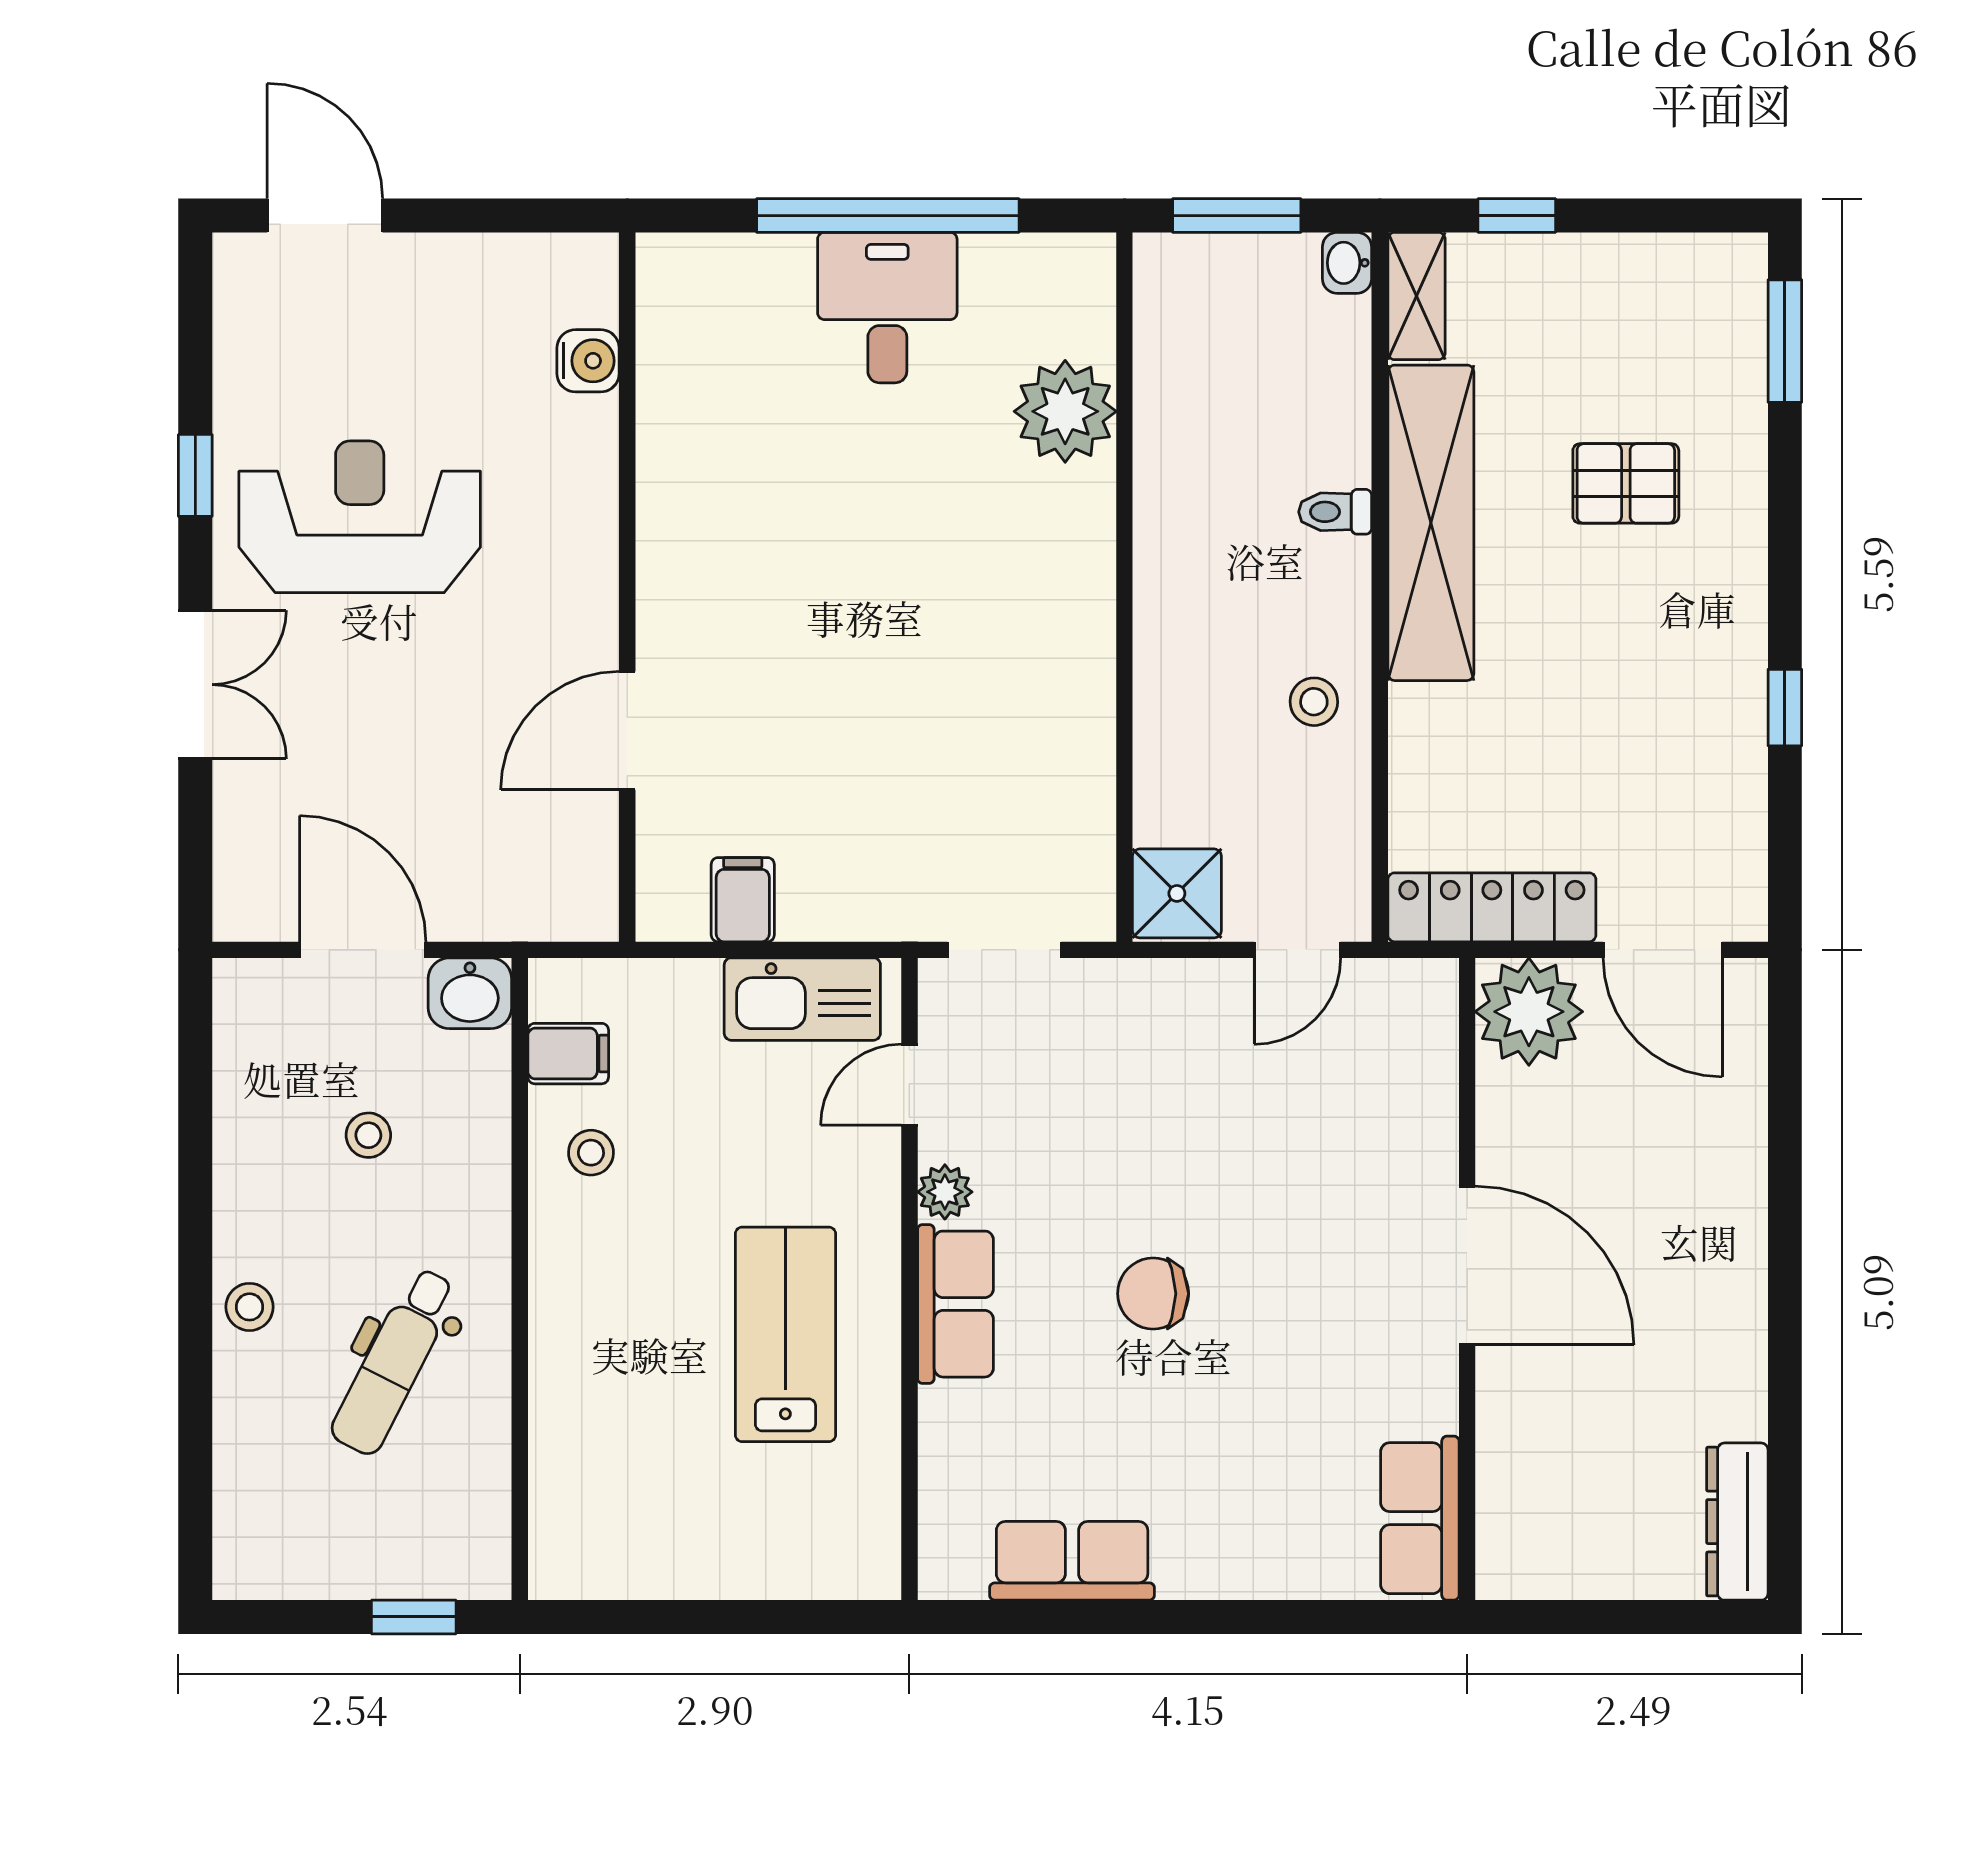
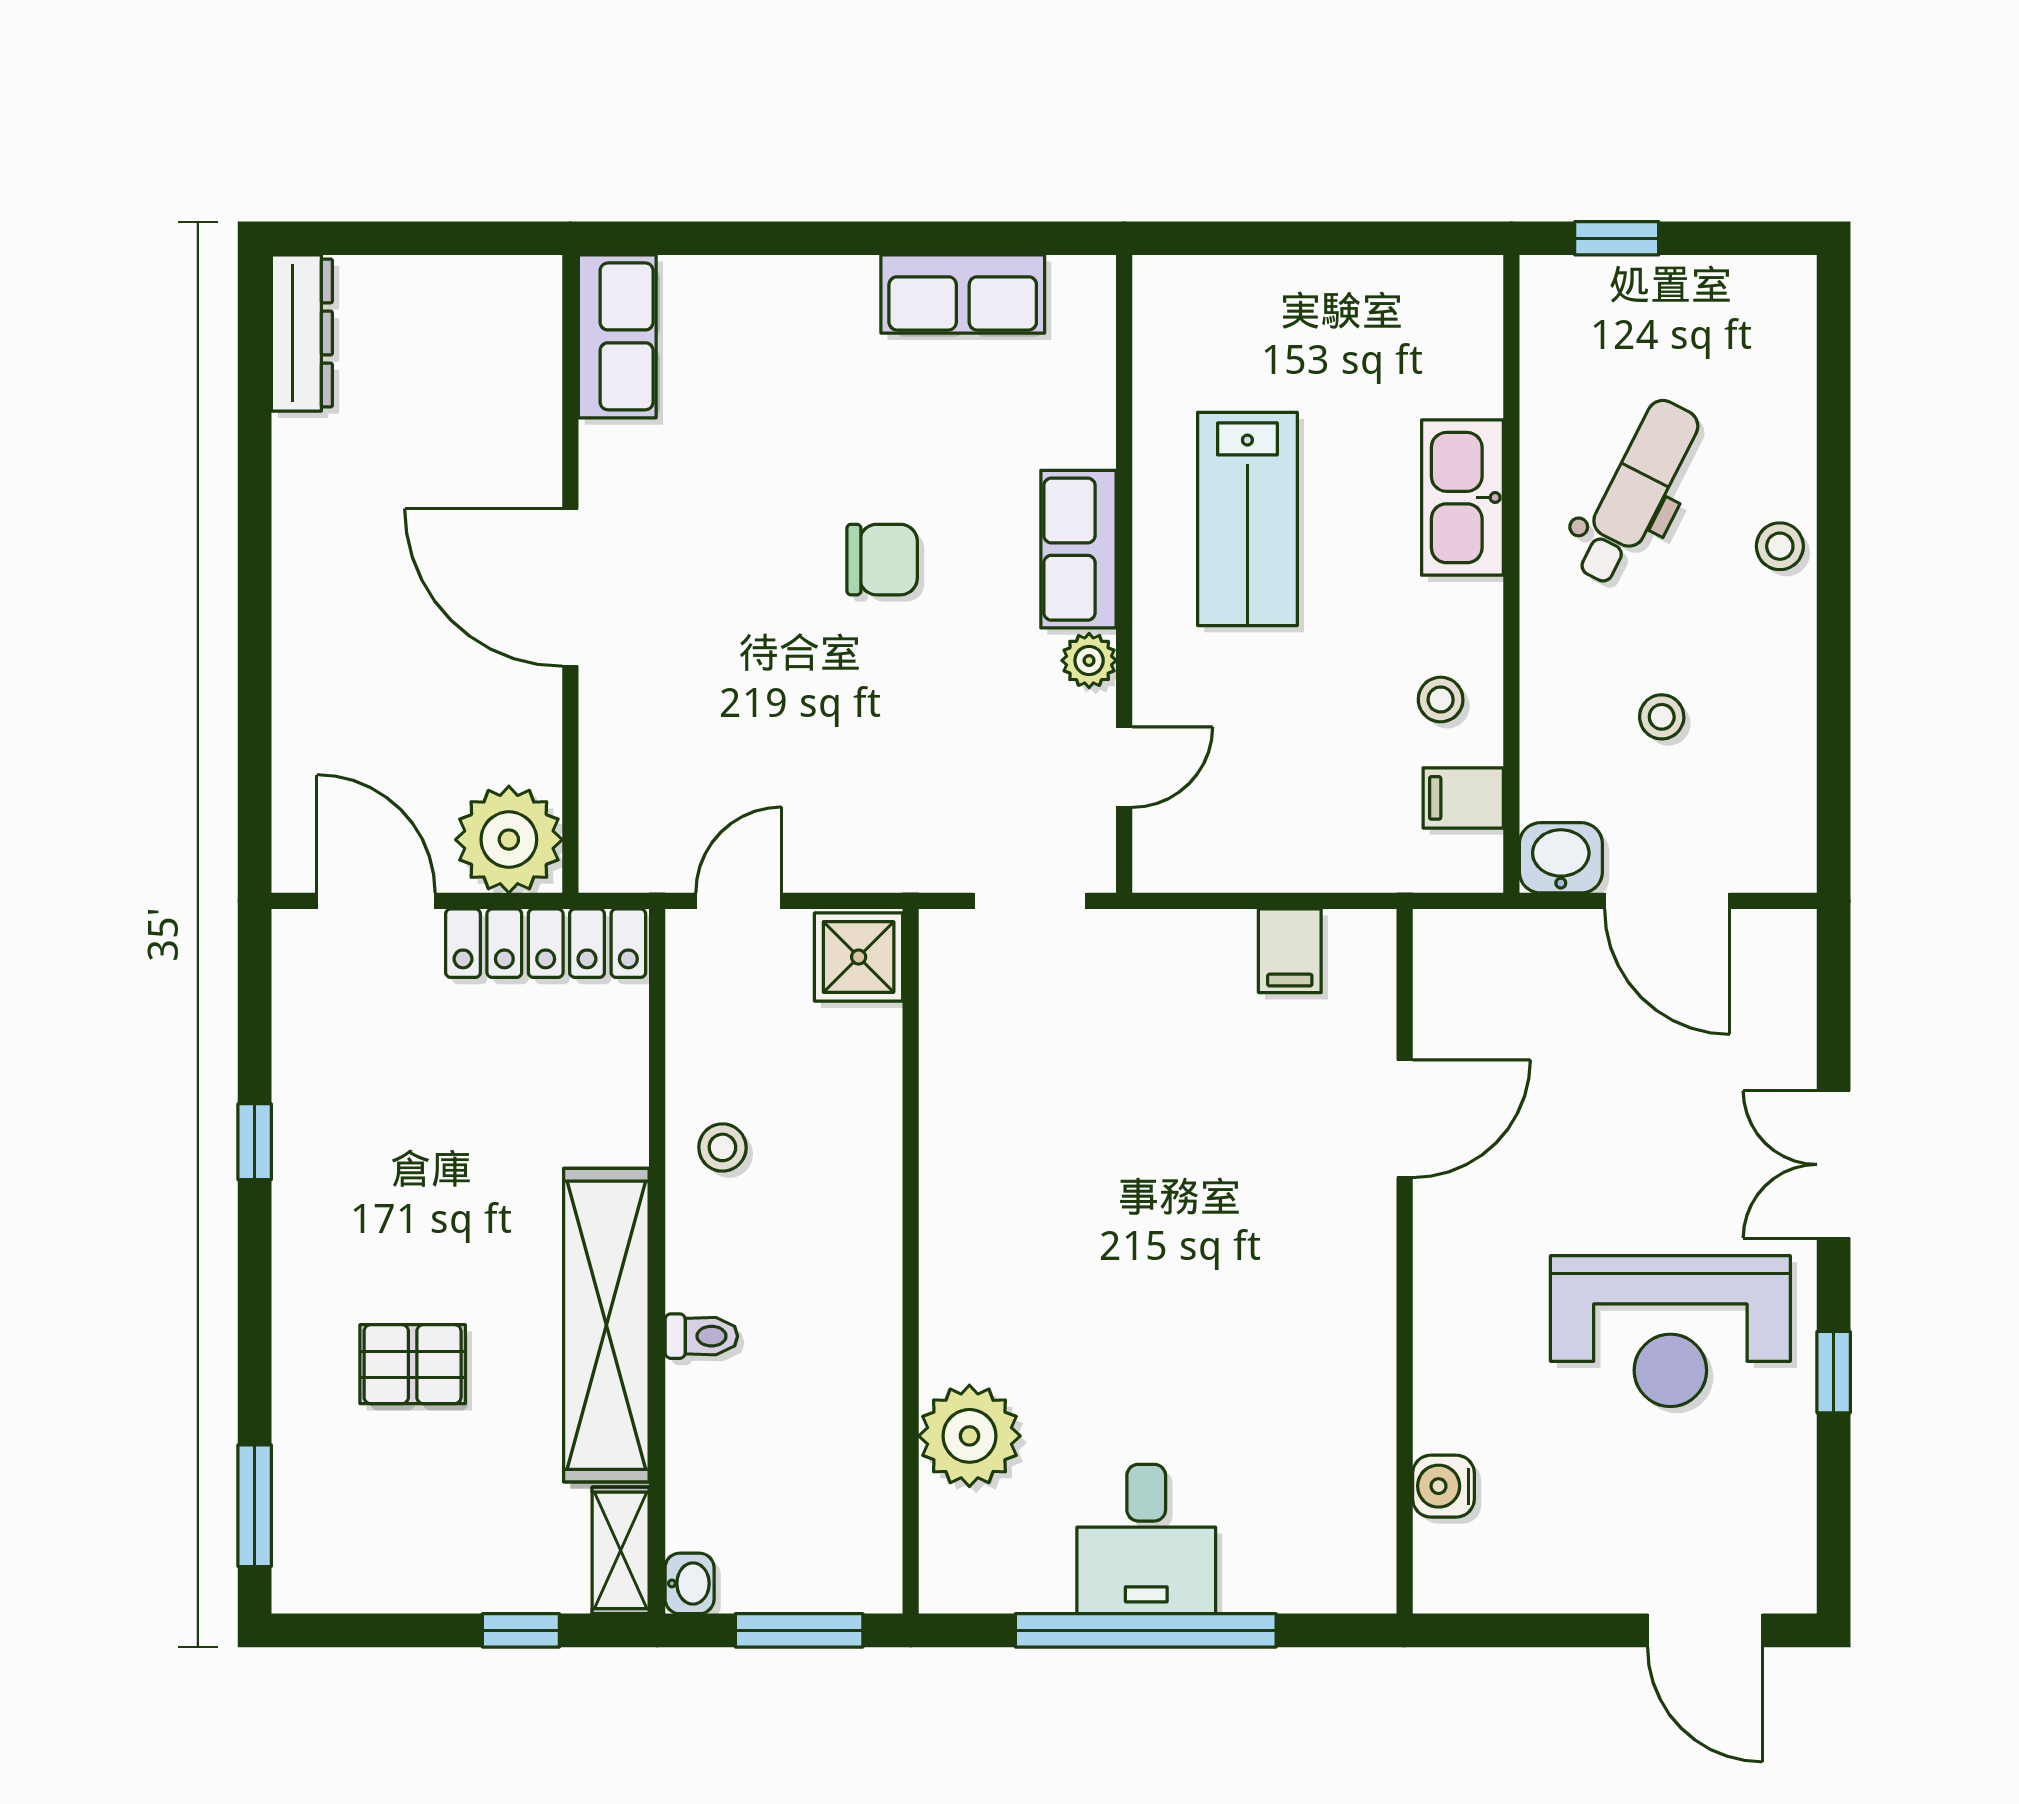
kitchen sink: (802, 999) -> (1462, 498), moved, turned -90

